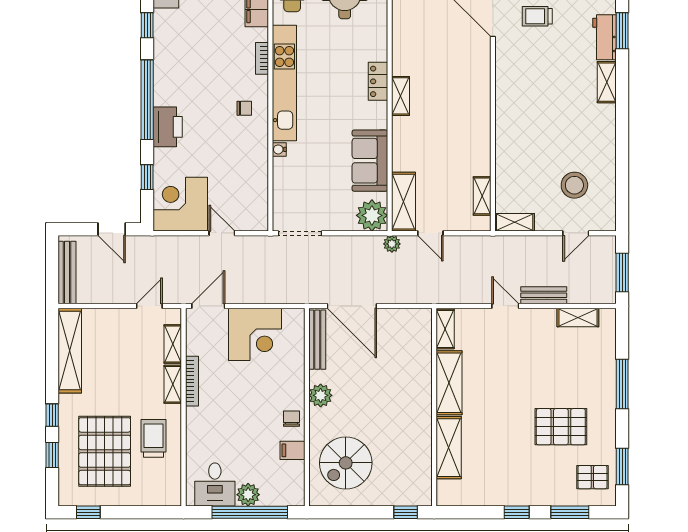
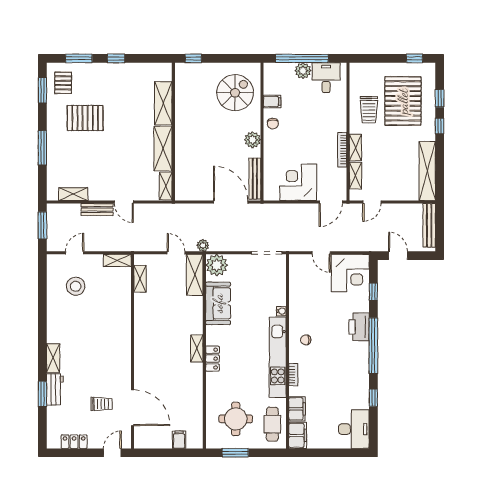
pallet: (592, 477) -> (63, 83), turned 90

